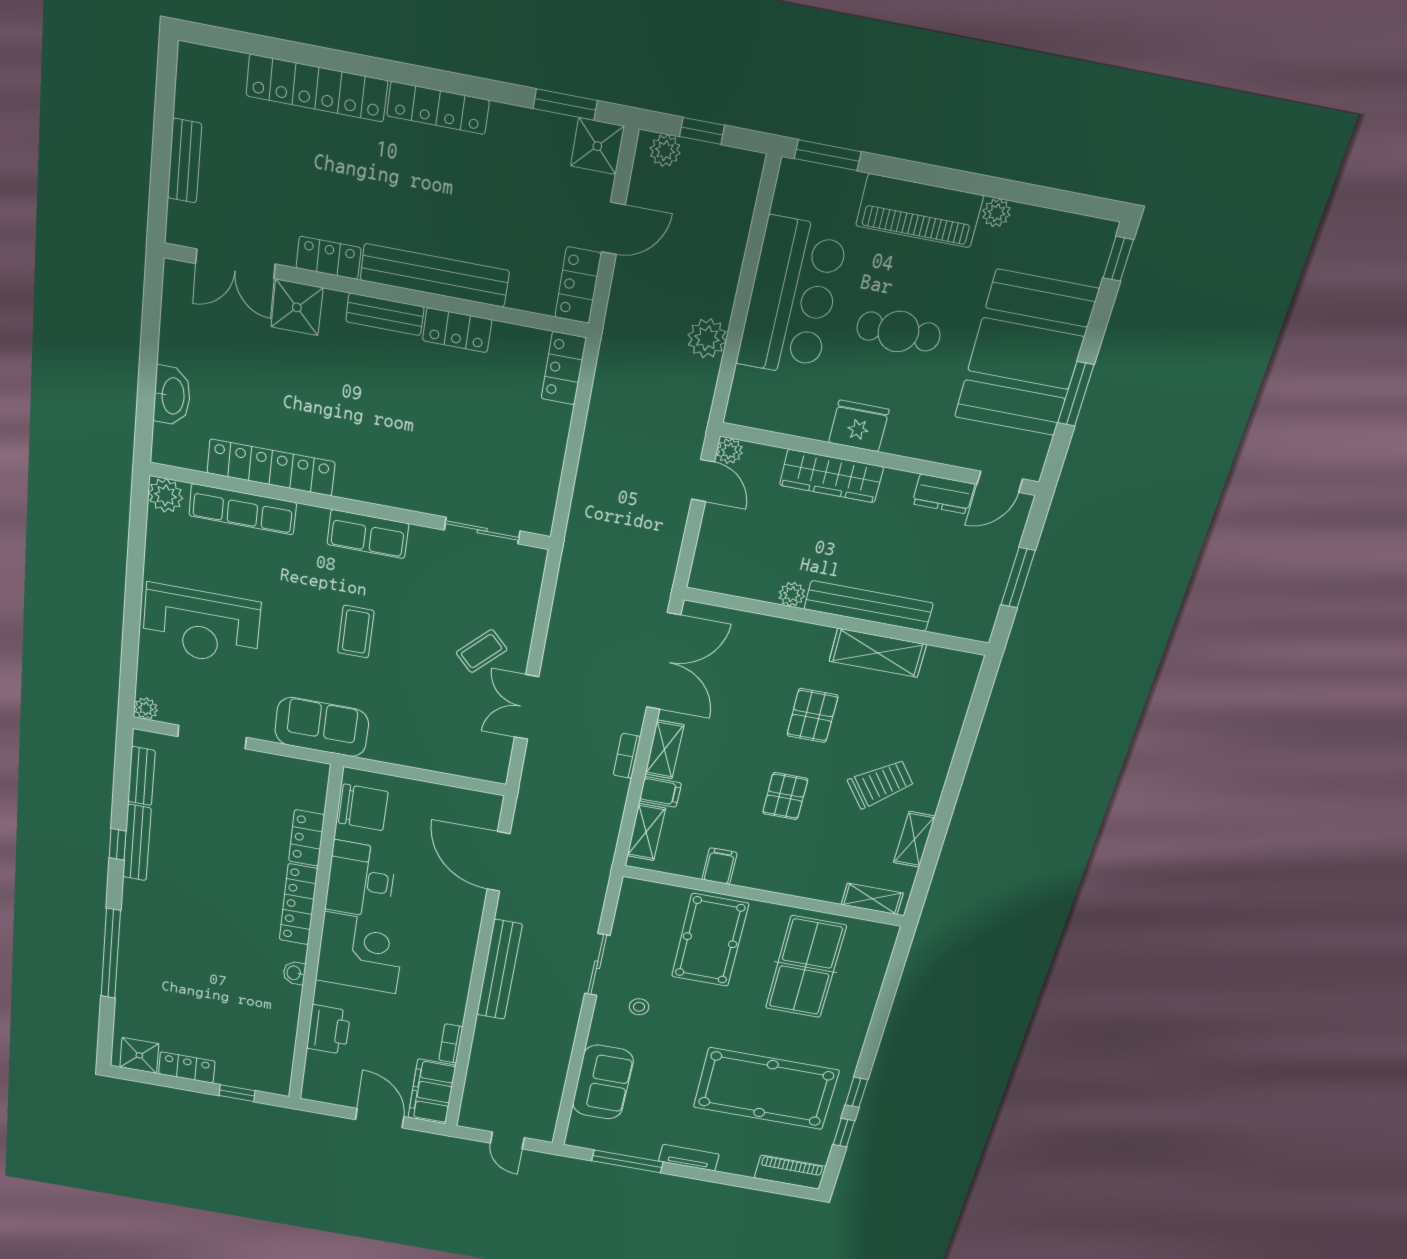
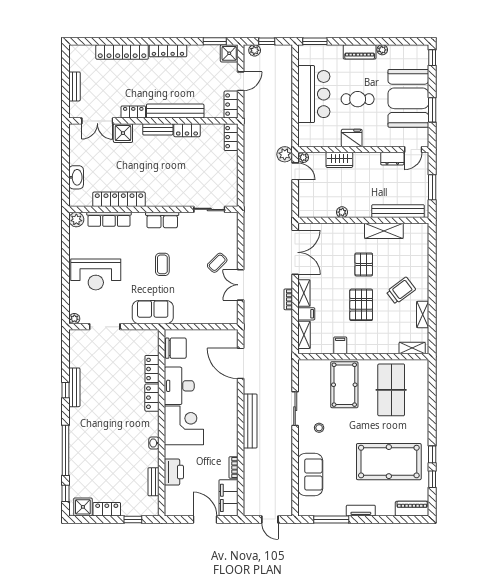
piano: (919, 211) -> (360, 52), width x0.73, depth x0.75
plant: (707, 338) -> (285, 154), moved
wardrobe: (831, 476) -> (339, 160), width x0.67
bench: (869, 606) -> (398, 211), moved
bench: (141, 776) -> (153, 482), moved
pallet: (785, 796) -> (361, 305), width x1.50, depth x1.42
locker: (298, 904) -> (152, 398), width x0.66
window: (106, 1027) -> (66, 493), added

